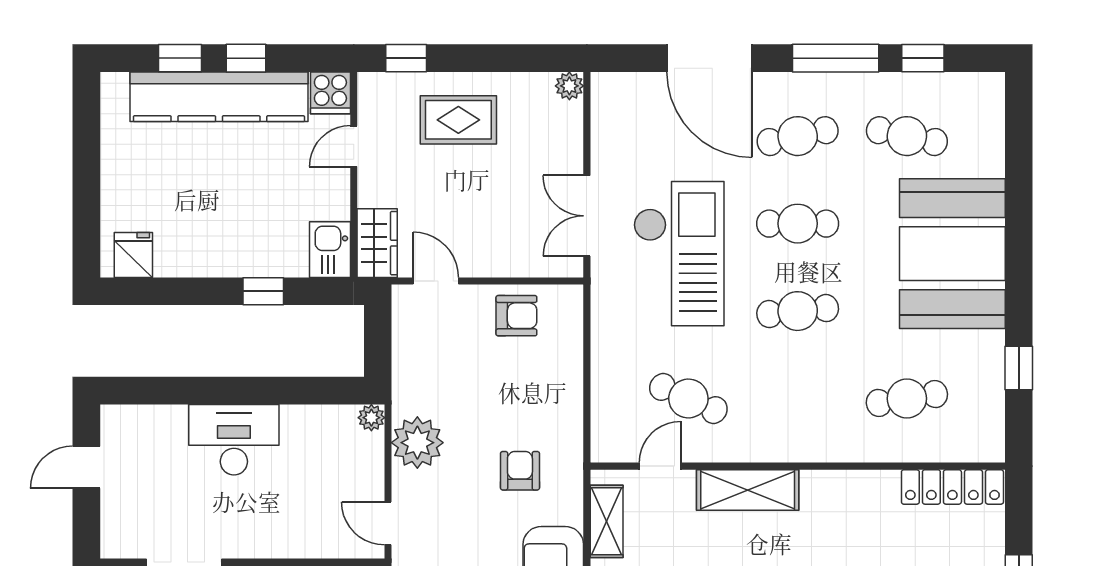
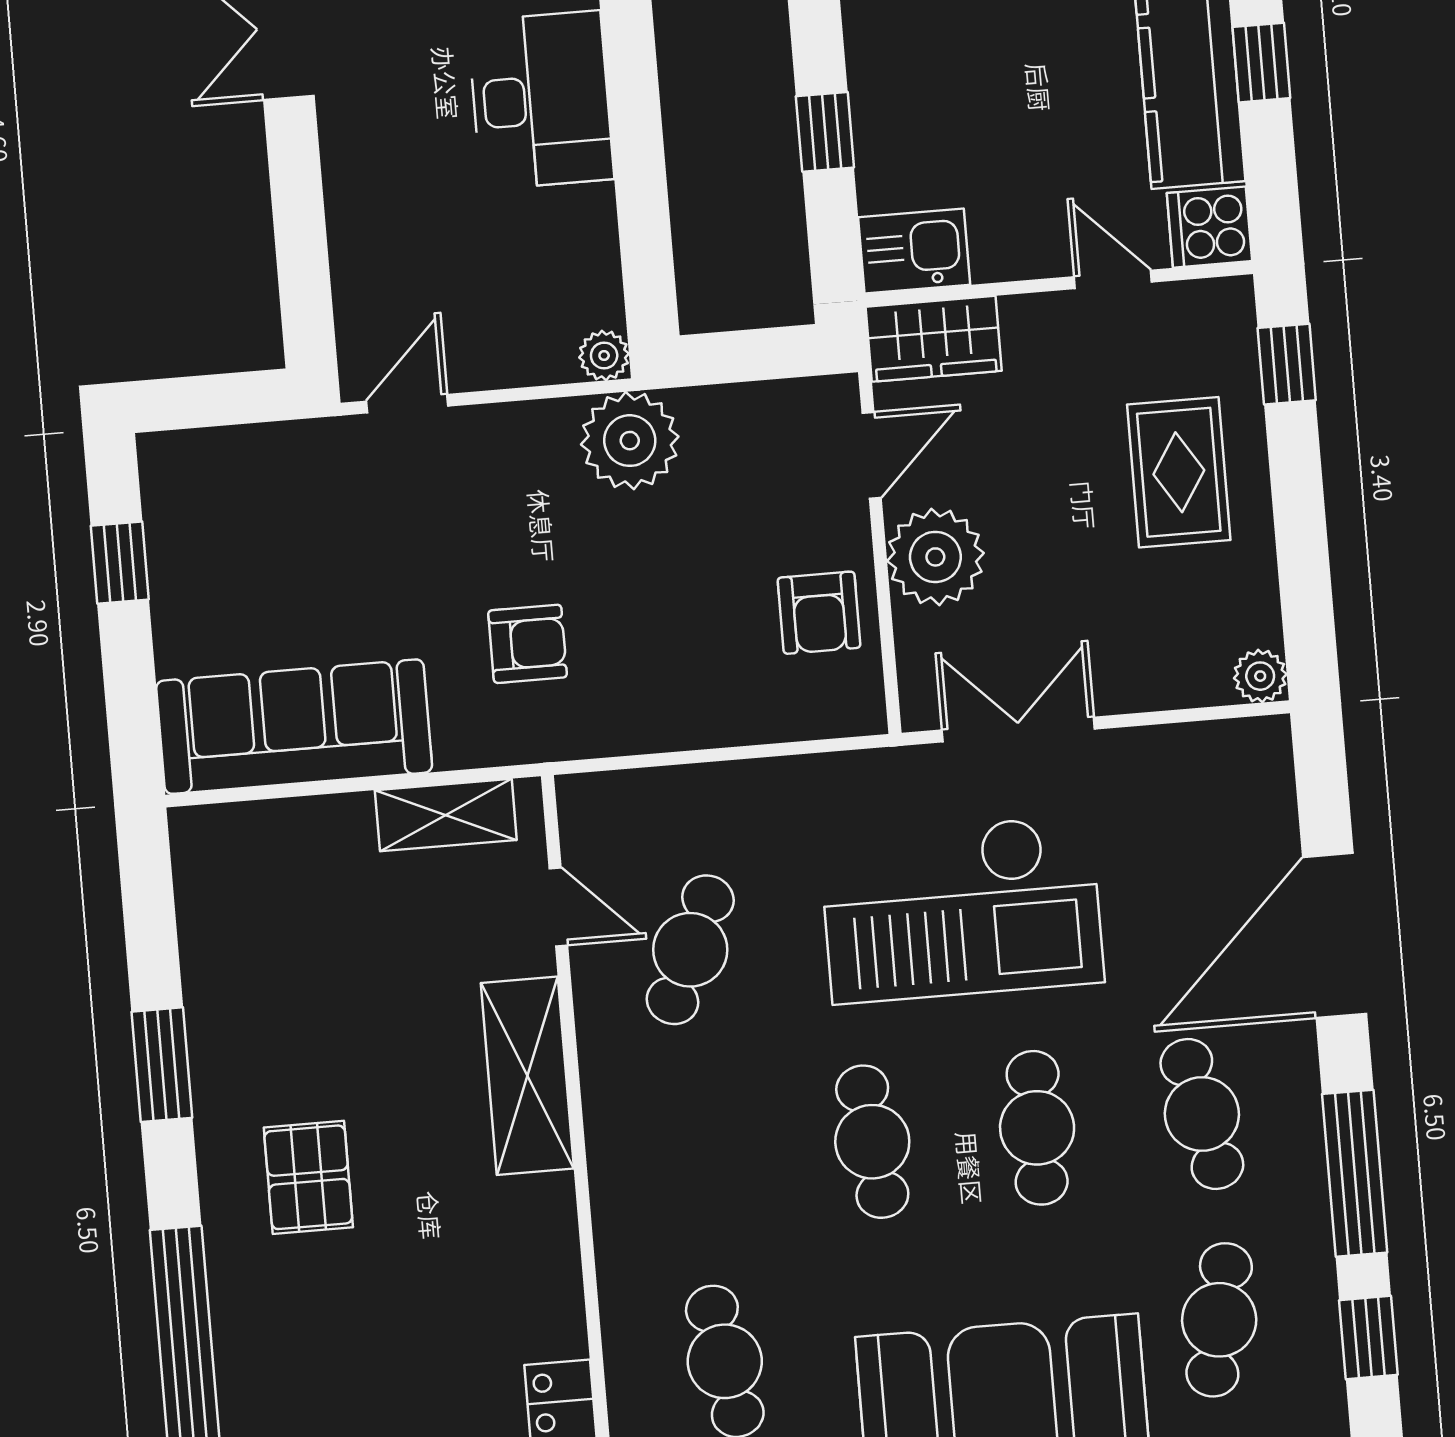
plant: (492, 252) -> (935, 557), added
plant: (417, 443) -> (630, 441), moved

